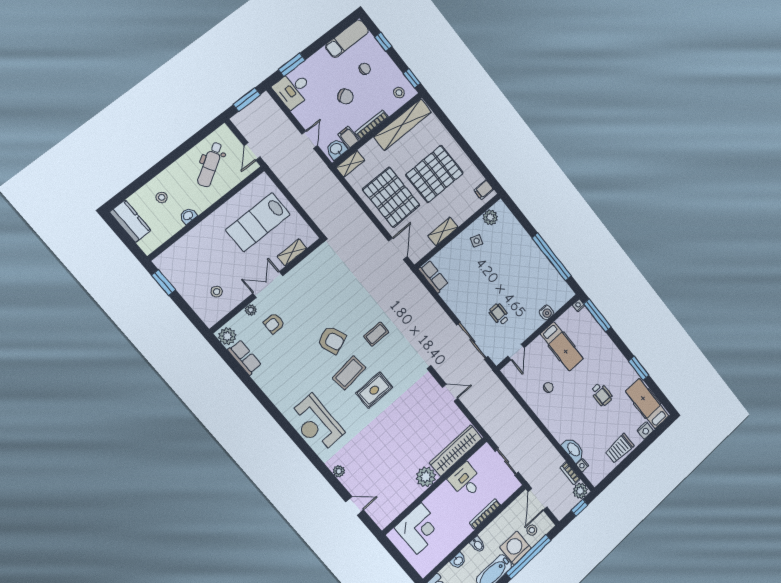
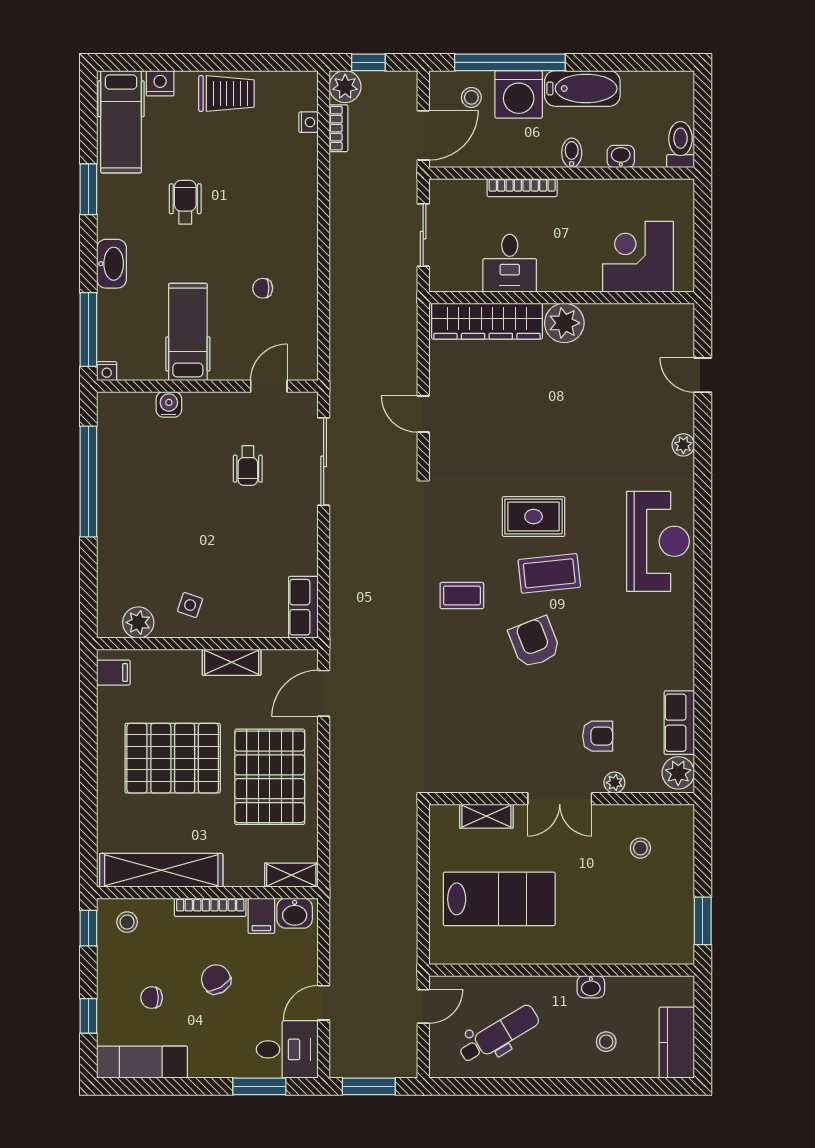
door: (310, 140) -> (324, 1003), moved
washbasin: (573, 450) -> (112, 264), moved, turned 180

